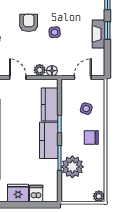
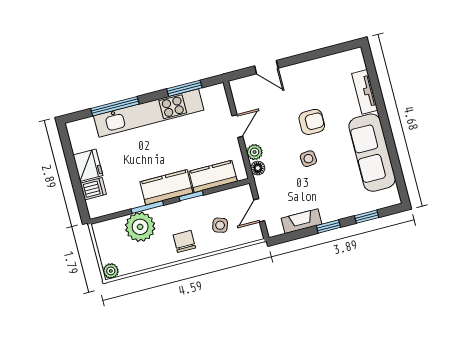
fireplace: (99, 34) -> (301, 221), moved
door: (83, 78) -> (259, 210), swing flipped

